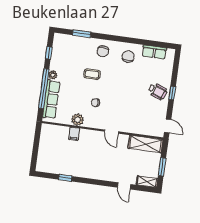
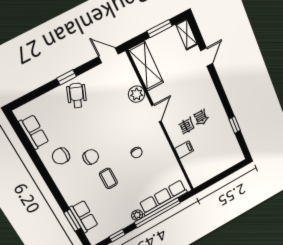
row of seats: (79, 42) -> (84, 217), added
chair: (103, 51) -> (91, 157), moved
plant: (78, 120) -> (137, 94), moved
door: (168, 126) -> (108, 55), hinge flipped

